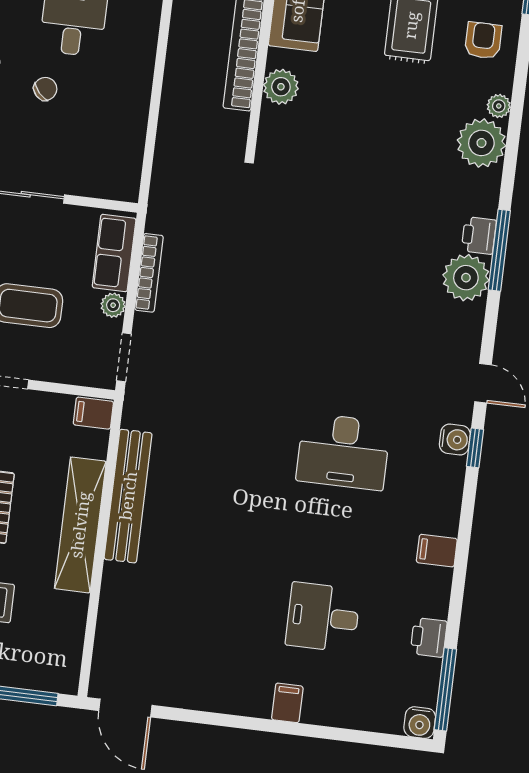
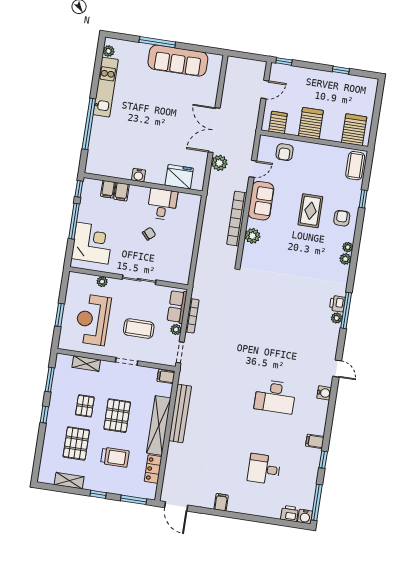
plant: (481, 143) -> (345, 259), width x0.53, depth x0.53
plant: (466, 278) -> (337, 318), width x0.53, depth x0.53
window: (475, 448) -> (323, 460), moved
locker: (70, 625) -> (153, 469), added
printer: (429, 637) -> (290, 513), moved, turned 90
filing cabinet: (287, 703) -> (221, 502), moved

